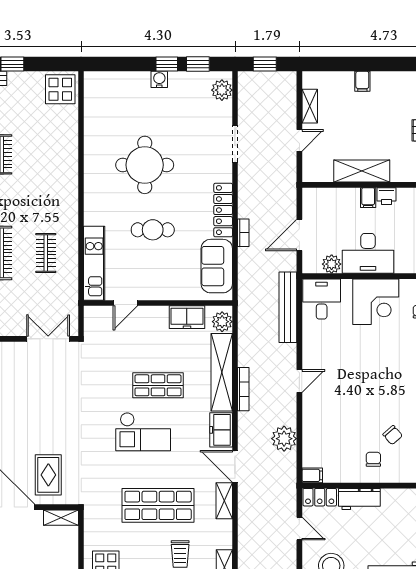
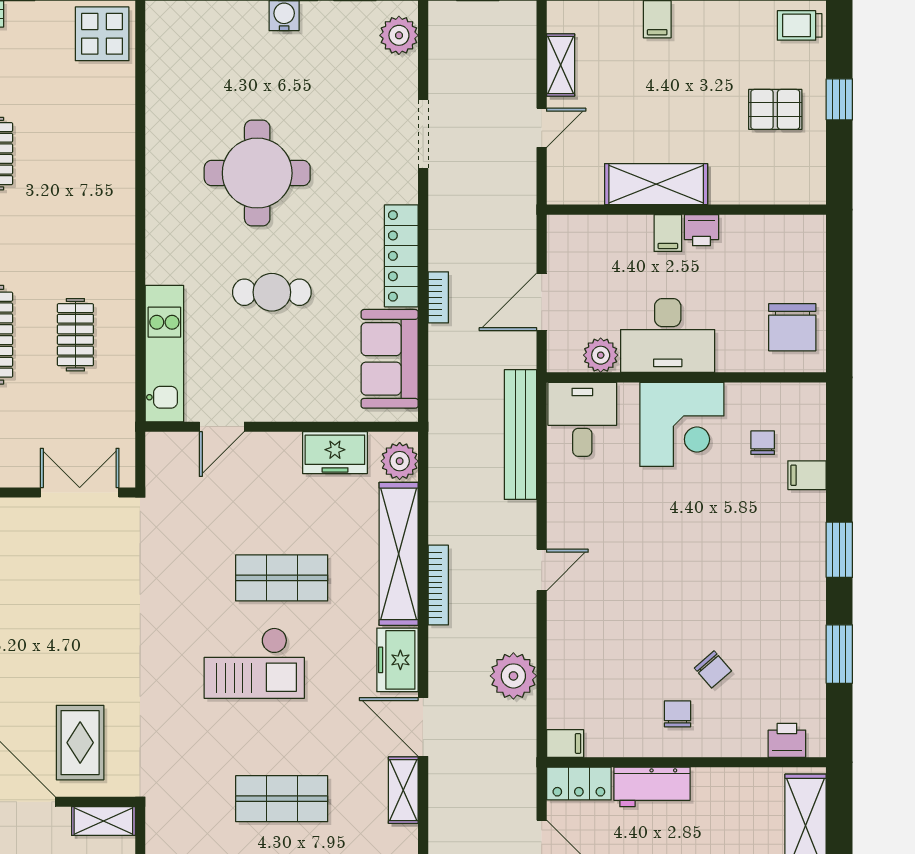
shop shelf: (158, 505) -> (282, 799), width x0.70, depth x0.74

